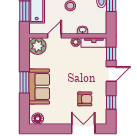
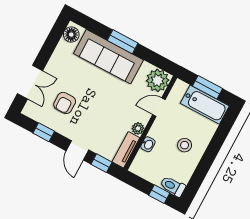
door: (54, 36) -> (159, 107), swing flipped
sofa: (39, 87) -> (108, 57), width x1.36

